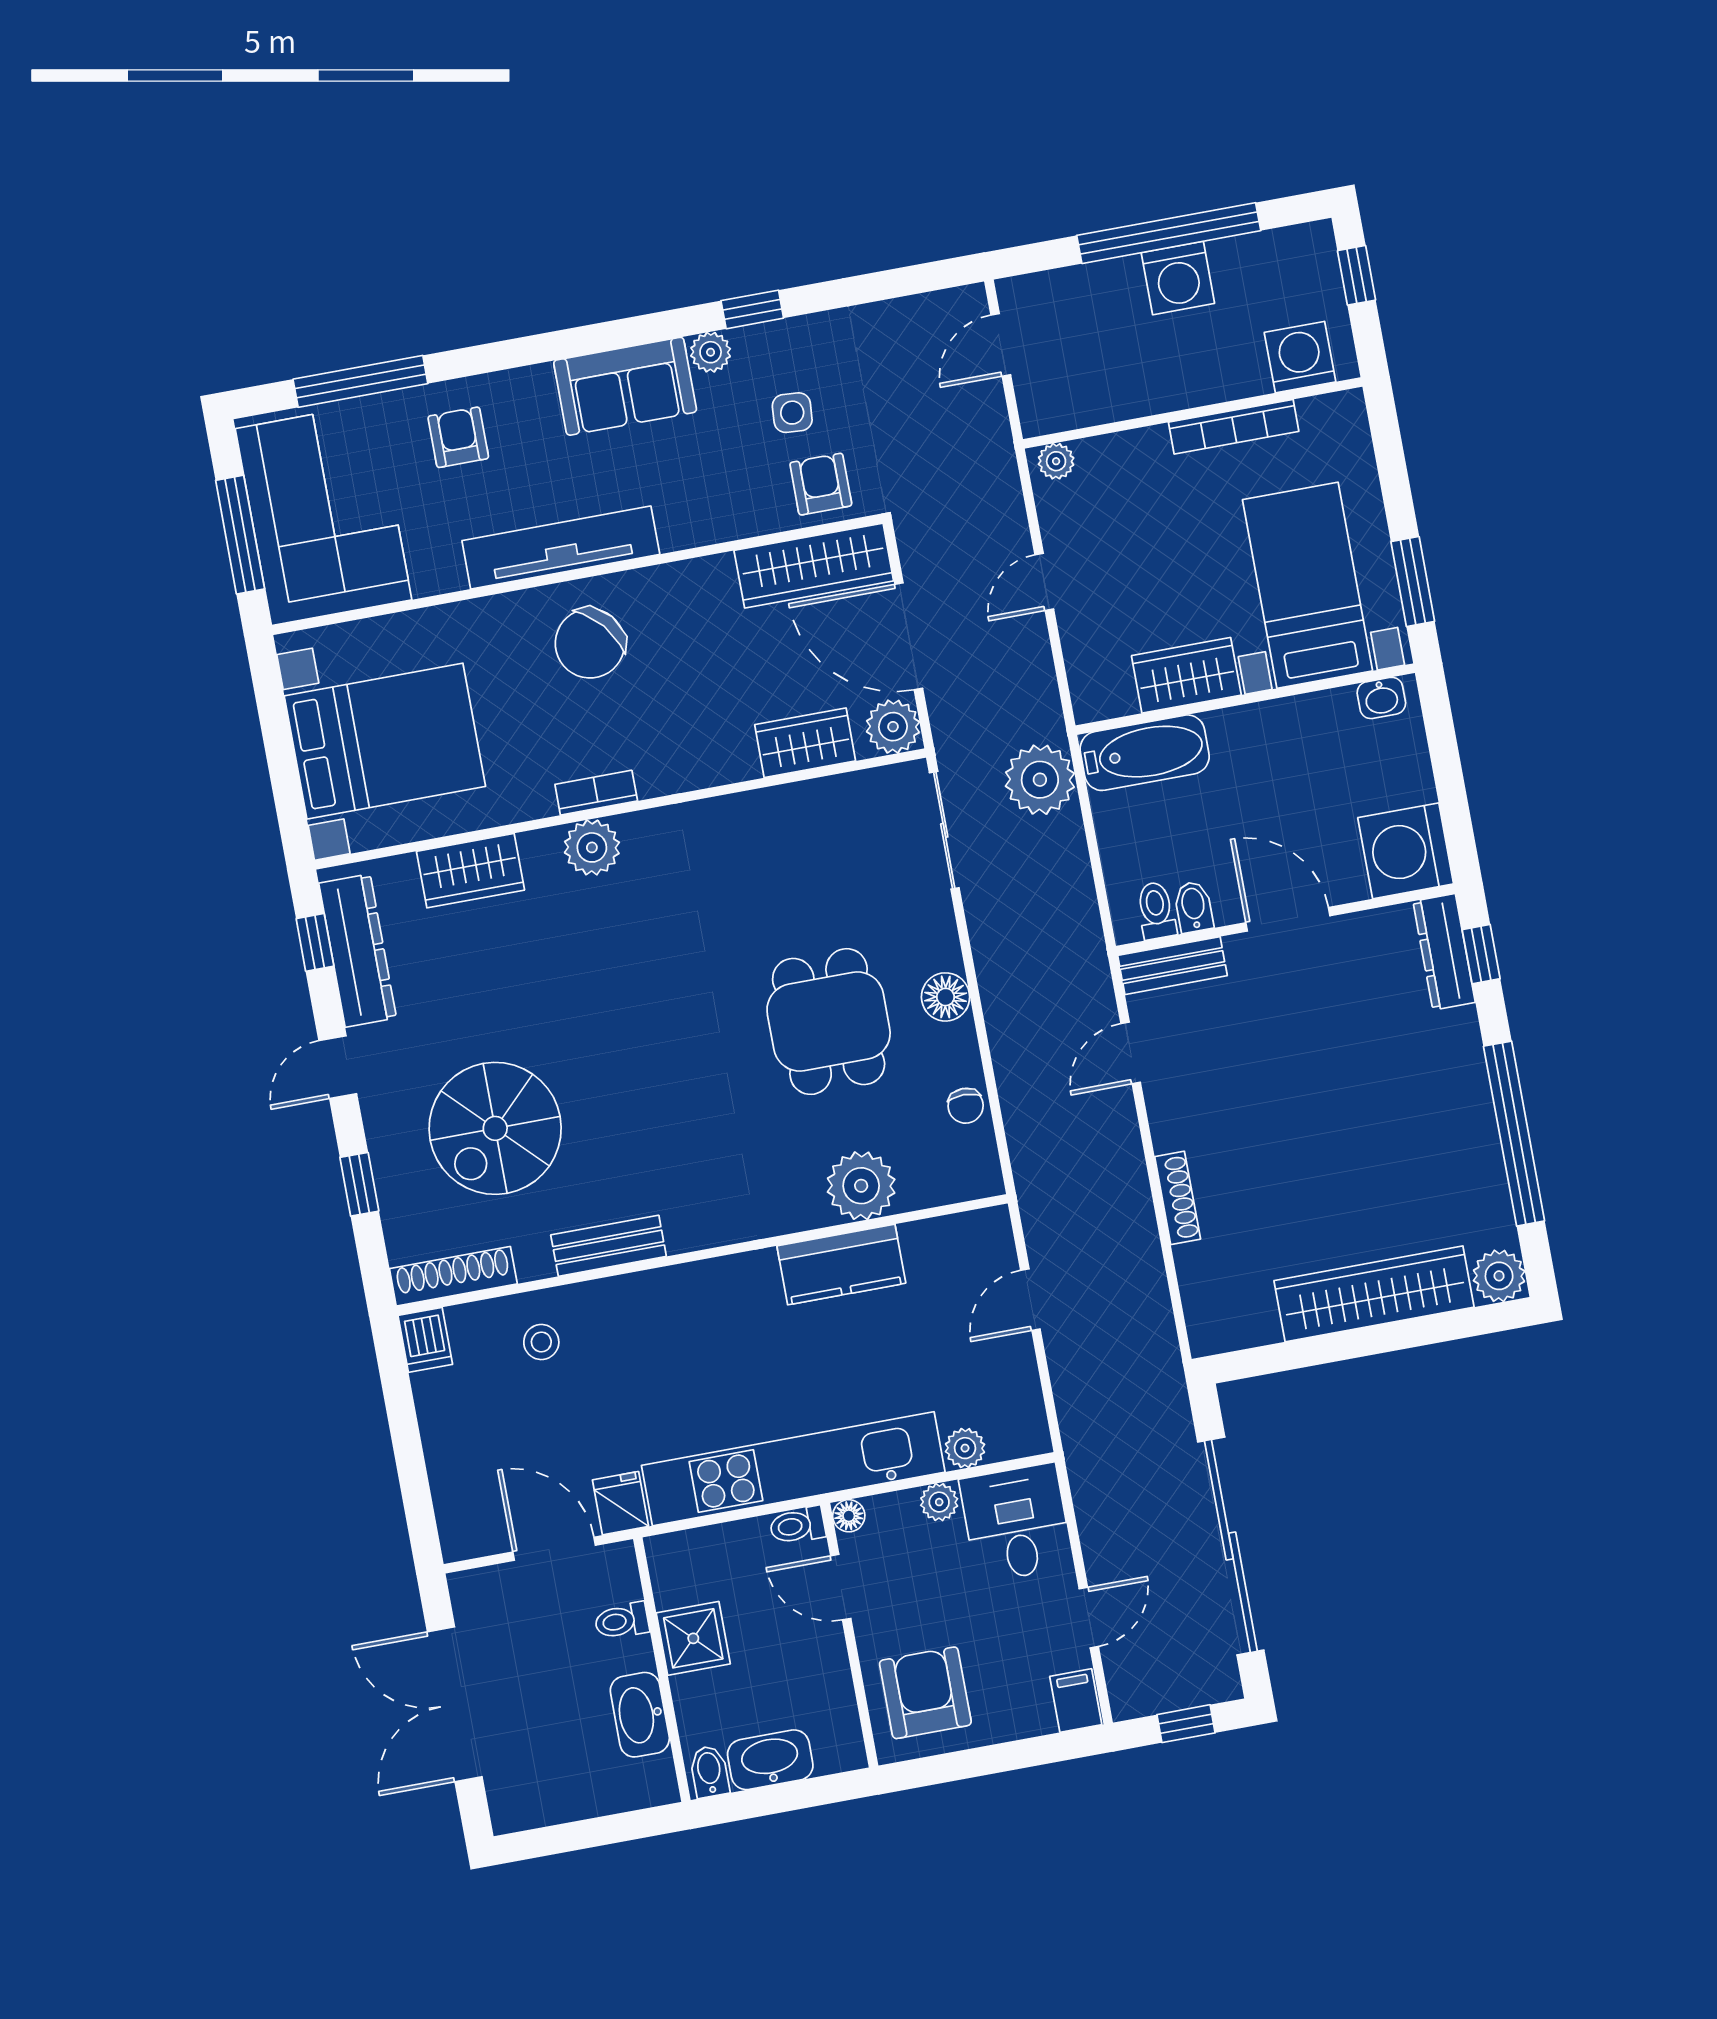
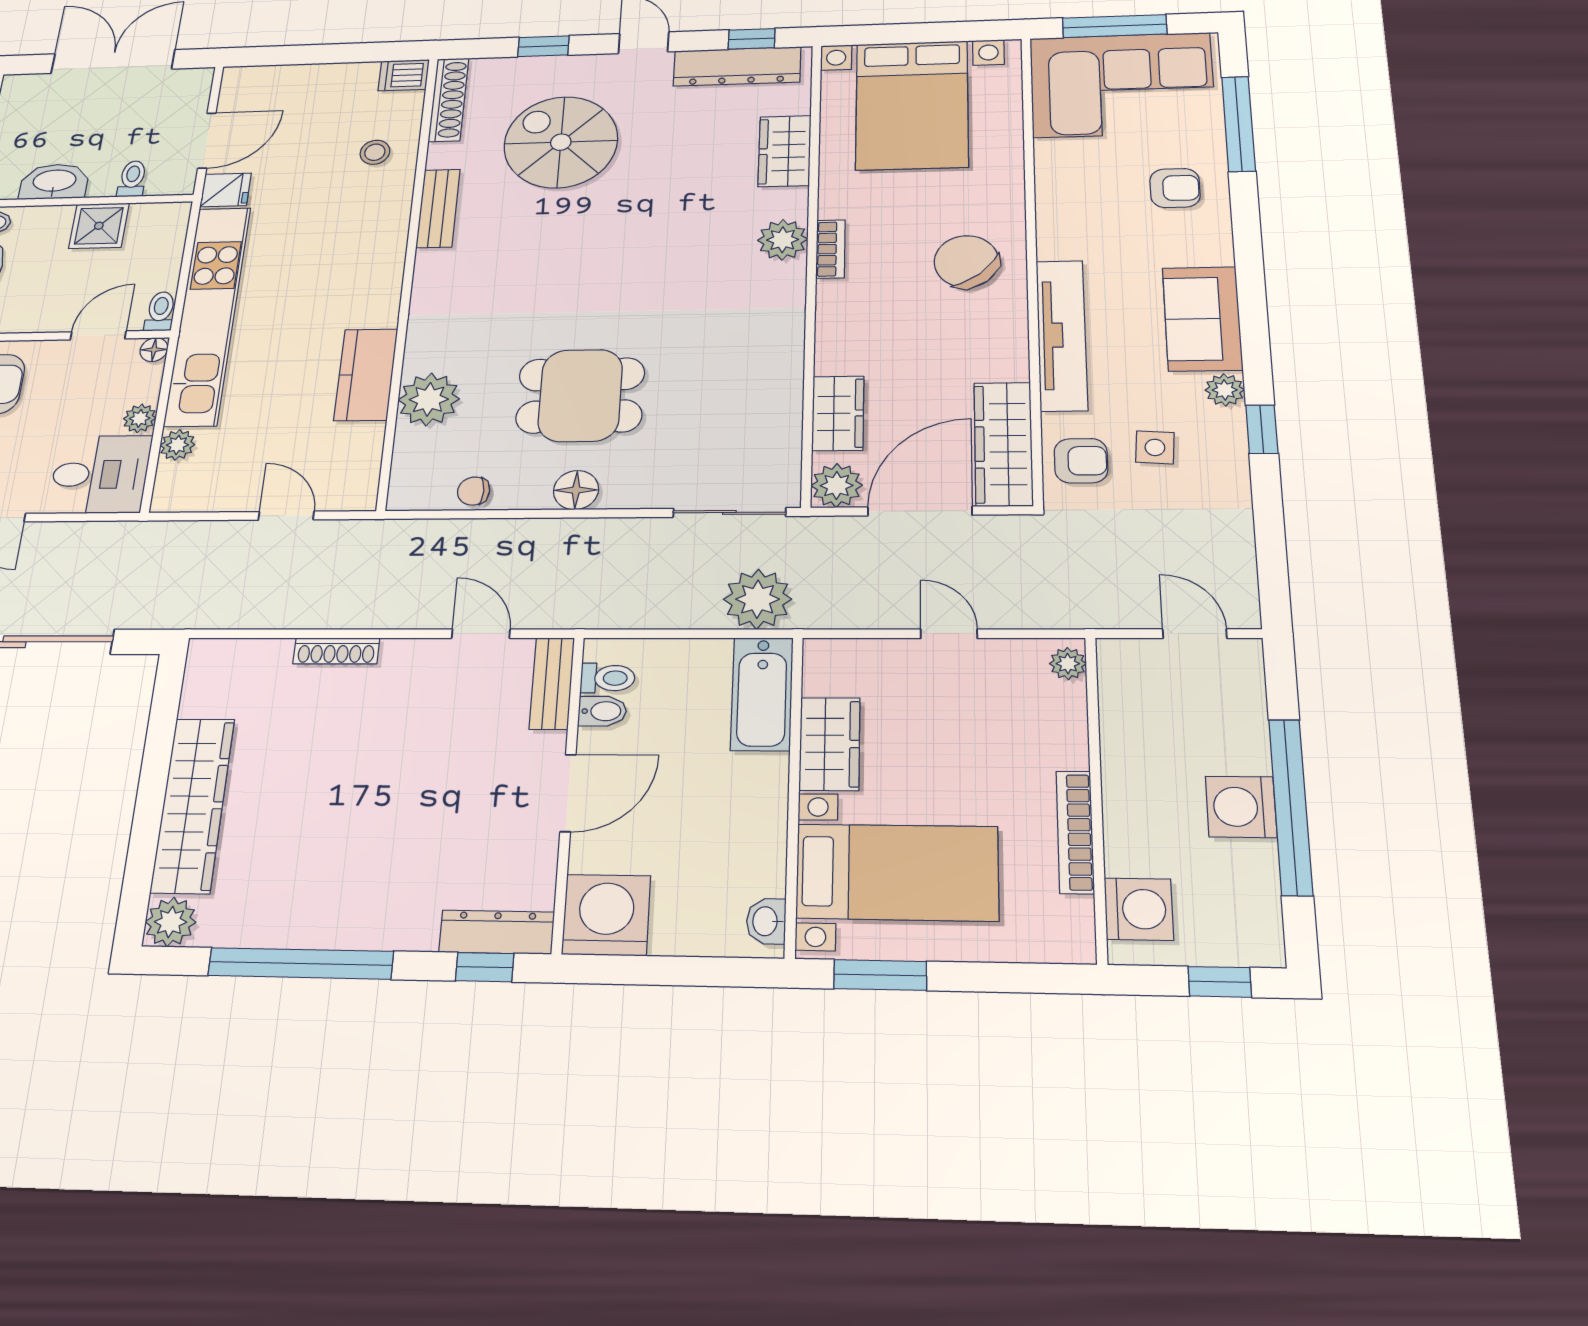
tv unit: (561, 548) -> (1062, 335), moved

